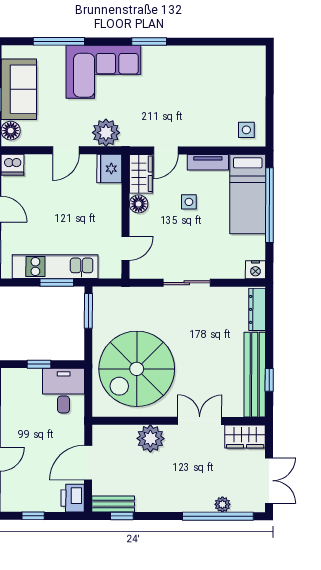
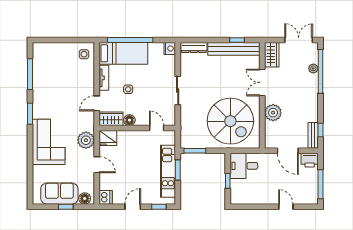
window: (59, 41) -> (30, 74), moved
door: (166, 150) -> (97, 103), swing flipped
window: (33, 516) -> (320, 184), width x2.17

